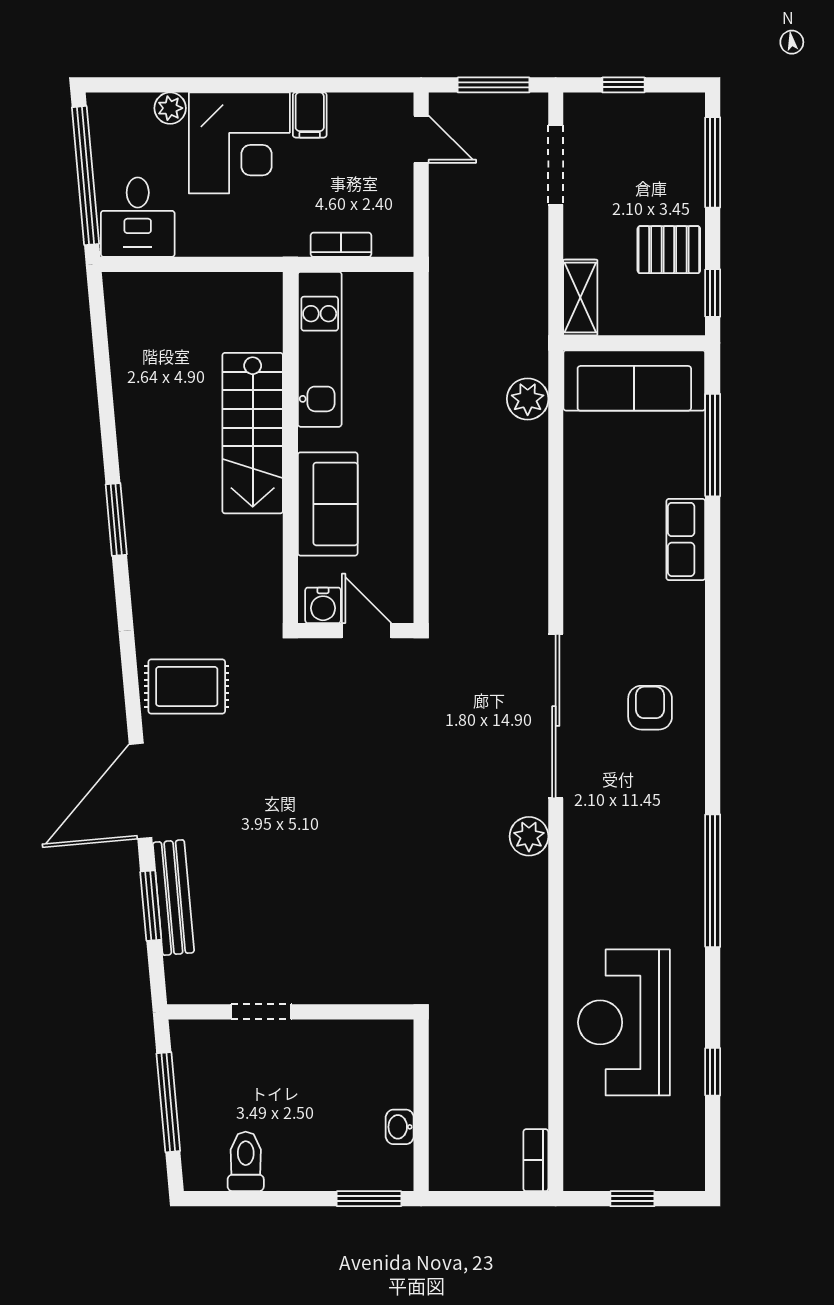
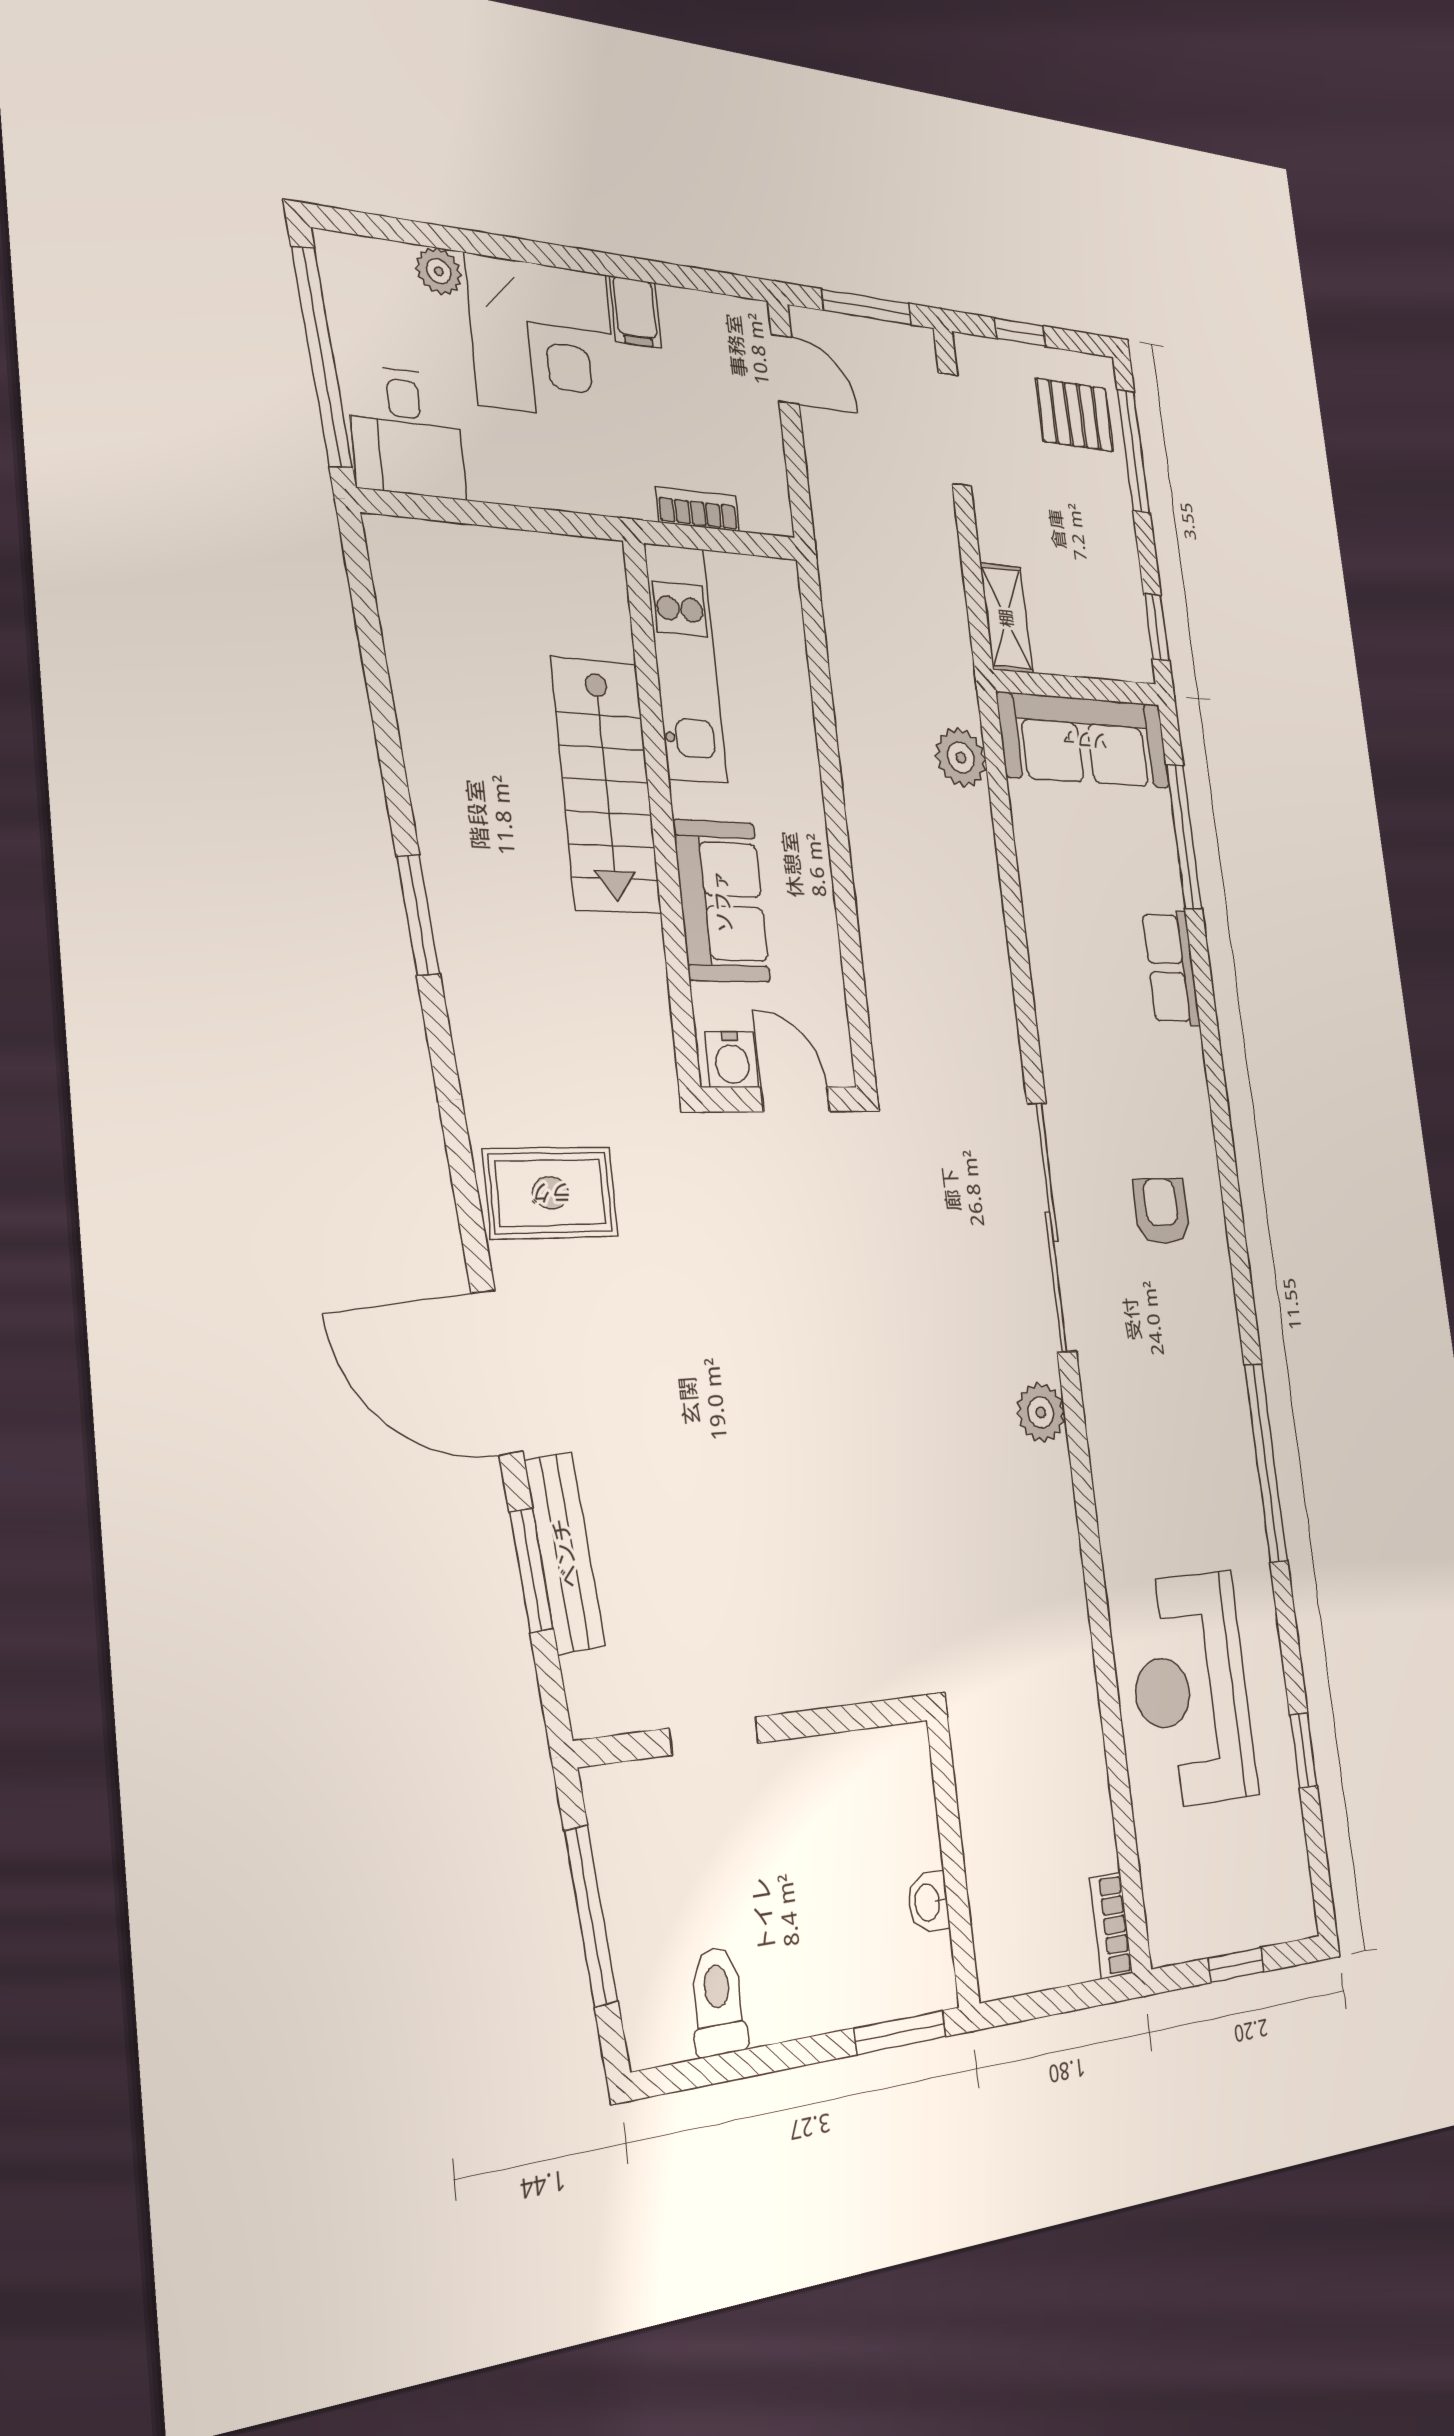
pallet: (669, 250) -> (1075, 415), moved
door: (140, 791) -> (497, 1372), hinge flipped

